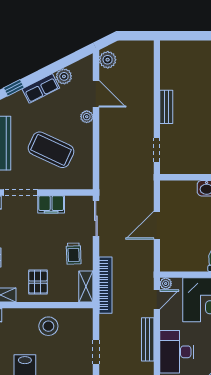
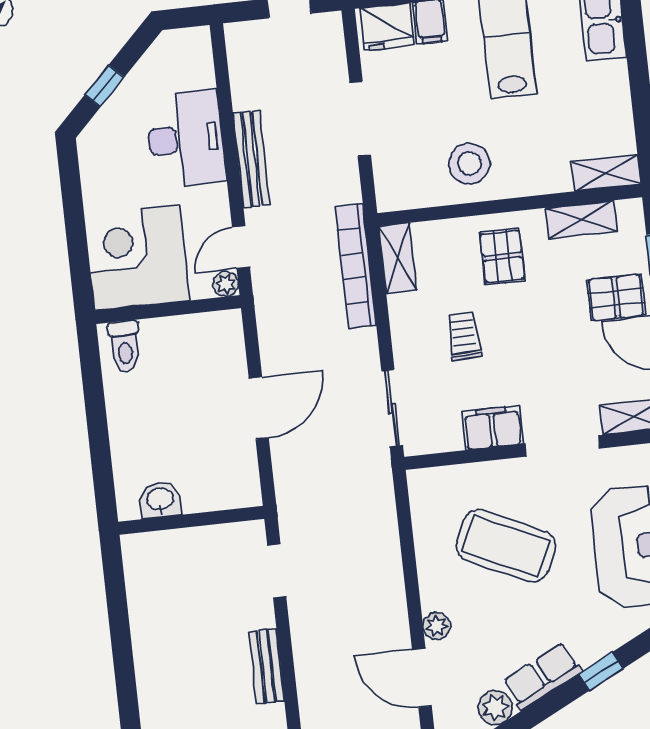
trolley: (74, 254) -> (463, 336), moved
doorway: (96, 352) -> (360, 119), width x1.38

